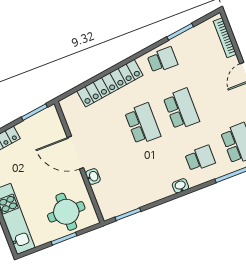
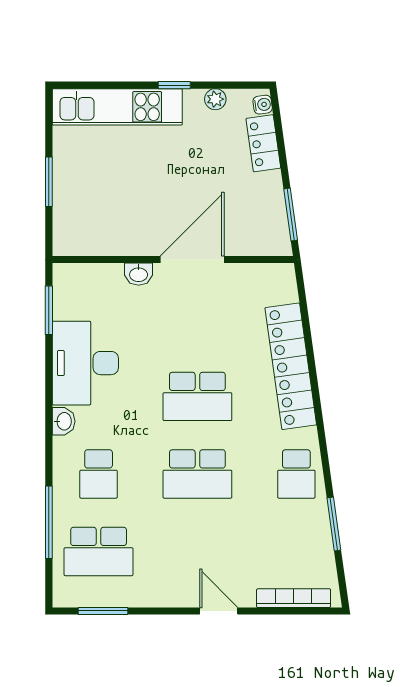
desk: (147, 186) -> (85, 363), added
round table: (66, 212) -> (94, 204), removed

